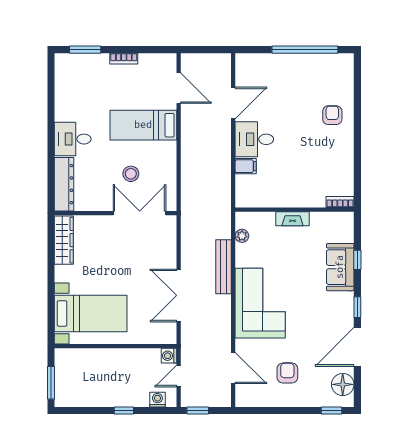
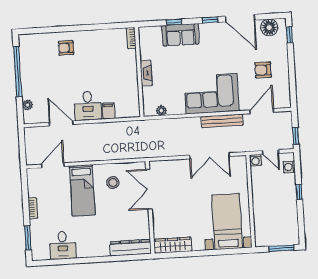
plant: (260, 60) -> (27, 105), added
desk: (73, 139) -> (63, 245), moved
stool: (131, 174) -> (113, 182), moved
bench: (224, 267) -> (222, 121), moved

